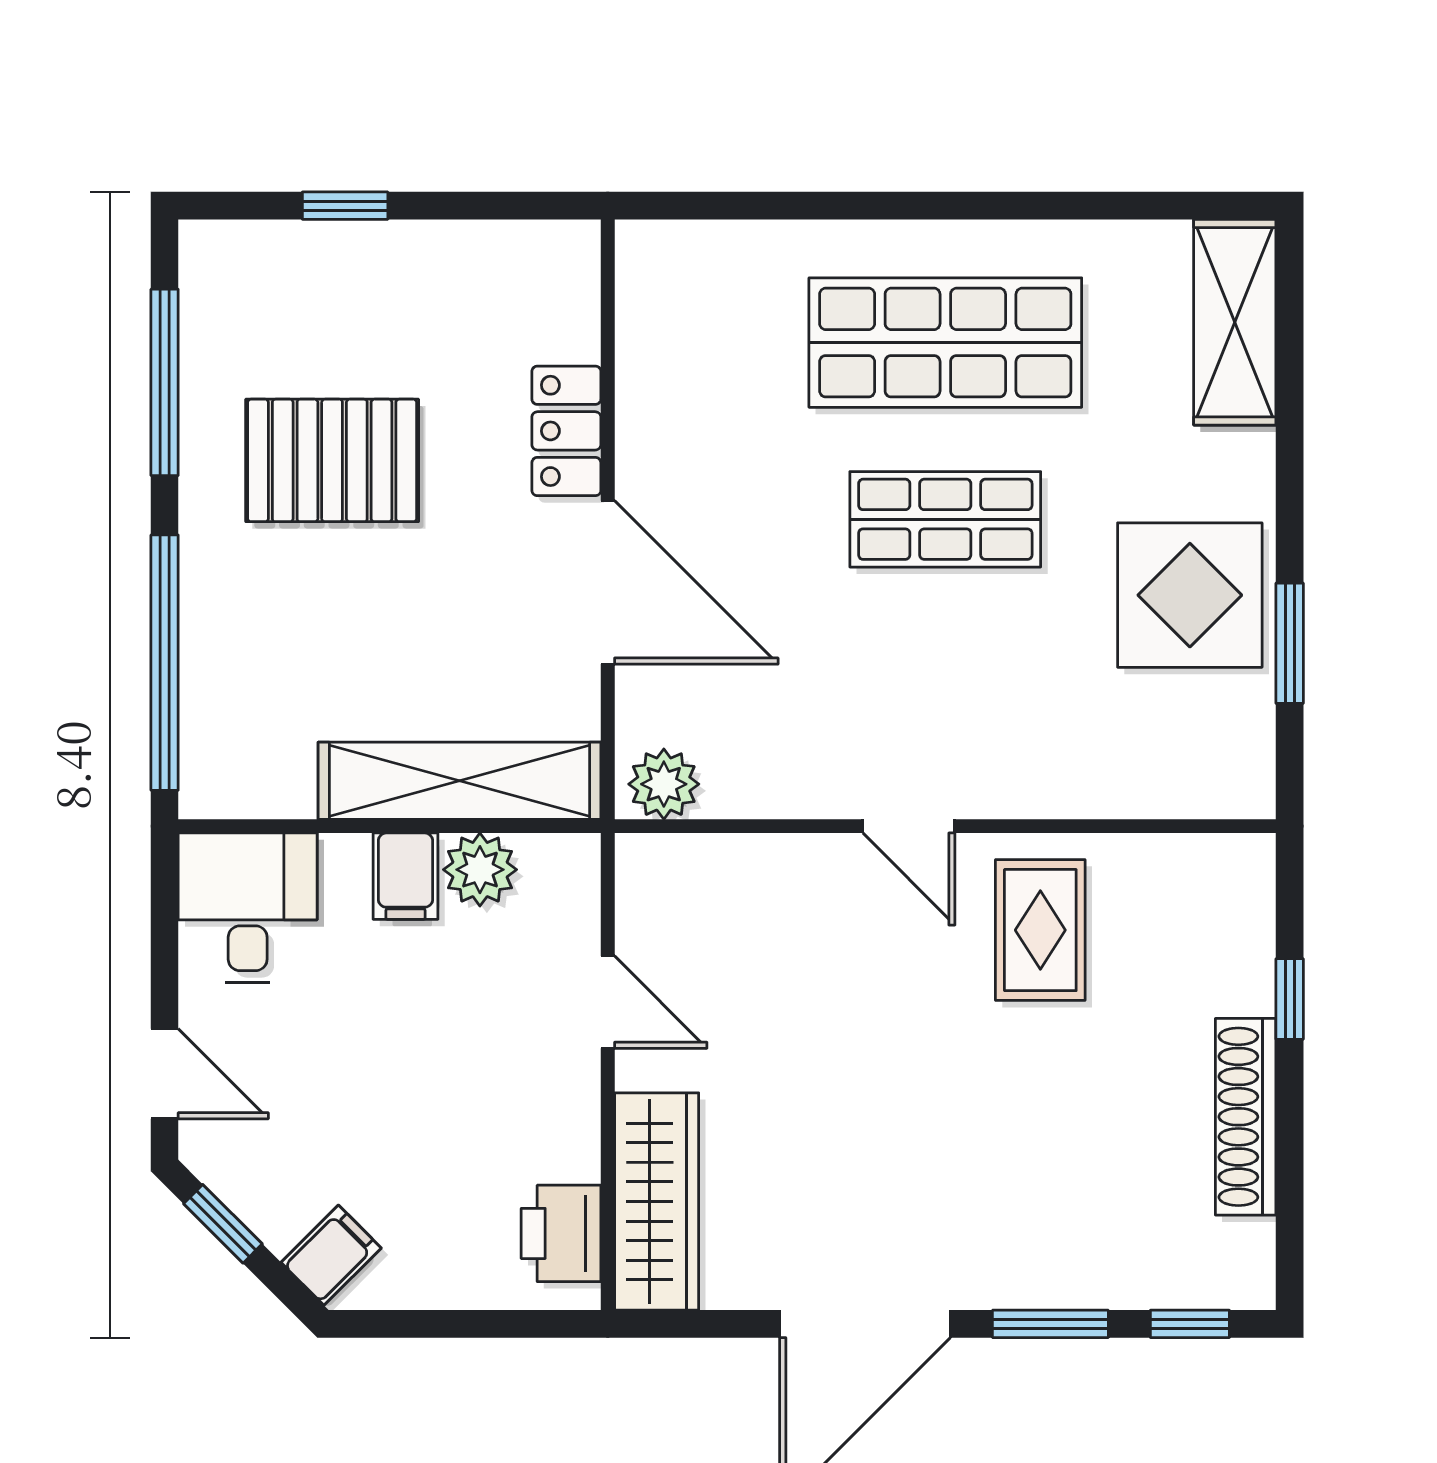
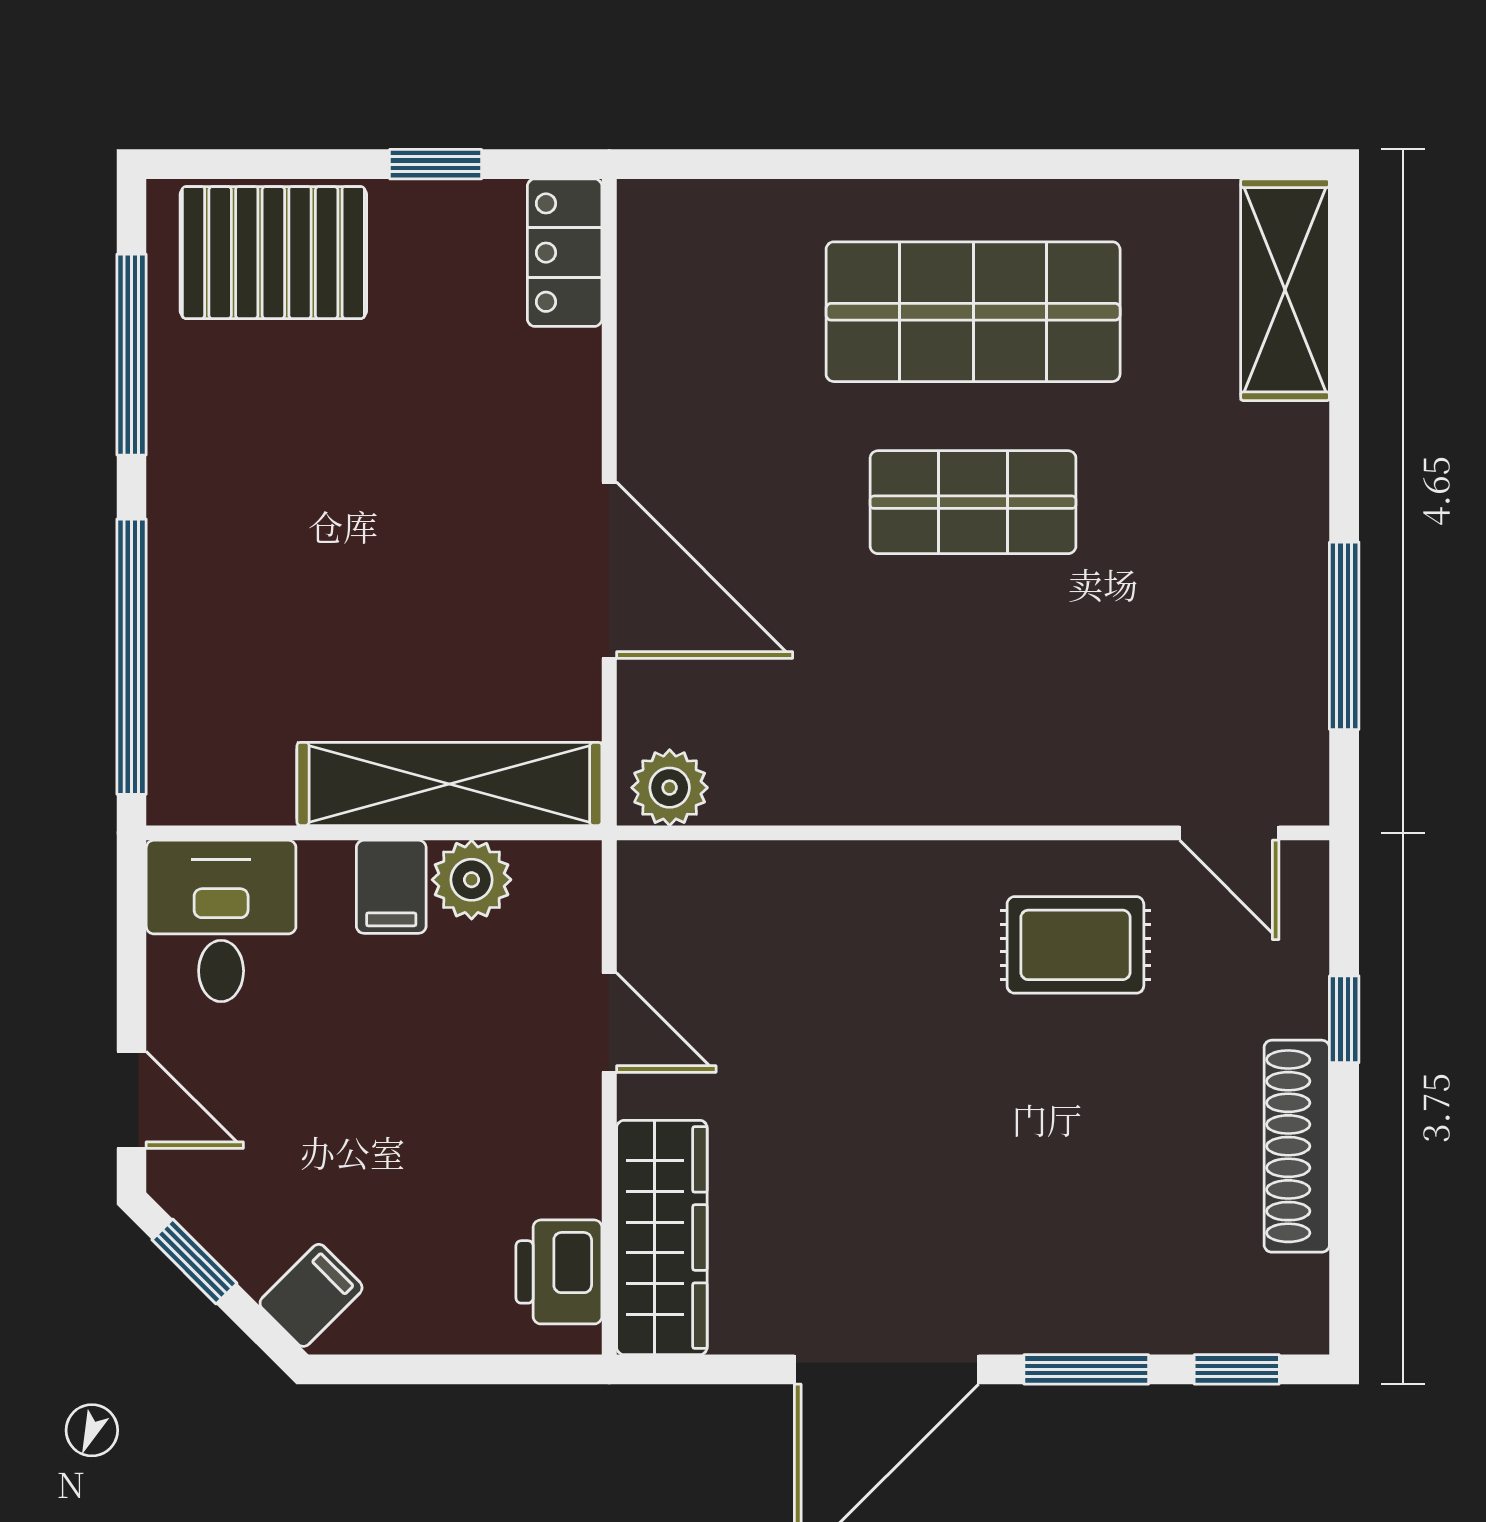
window: (345, 206) -> (436, 164), moved
locker: (566, 431) -> (565, 253), moved
pallet: (332, 460) -> (273, 253), moved
display table: (1190, 595) -> (1237, 584), removed
window: (1290, 643) -> (1344, 636), width x1.44
door: (909, 826) -> (1229, 833), moved
rug: (1040, 930) -> (1075, 945), turned 90

